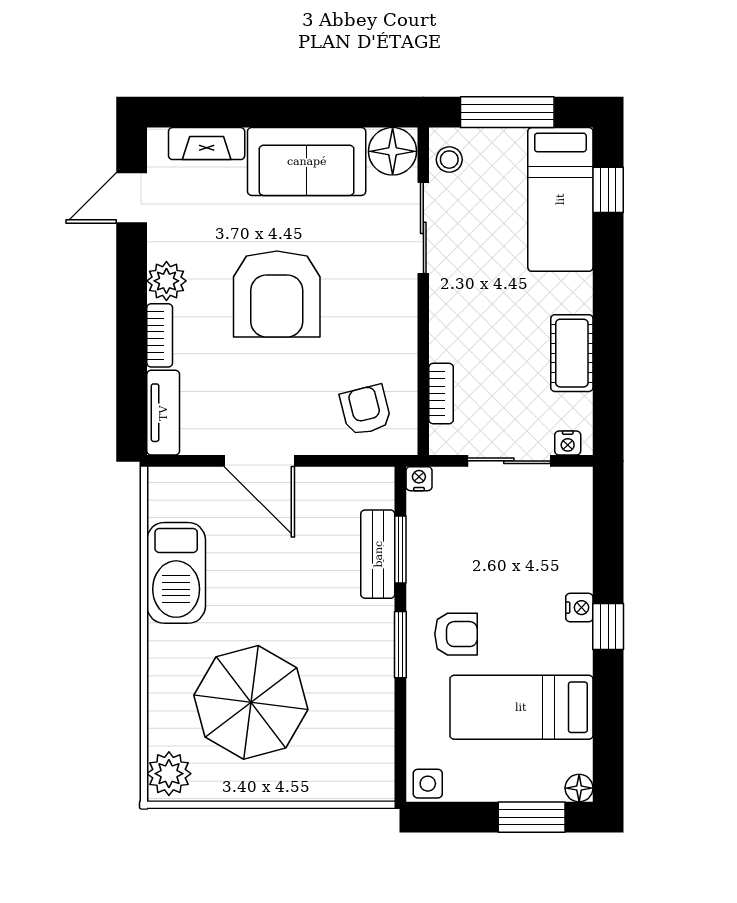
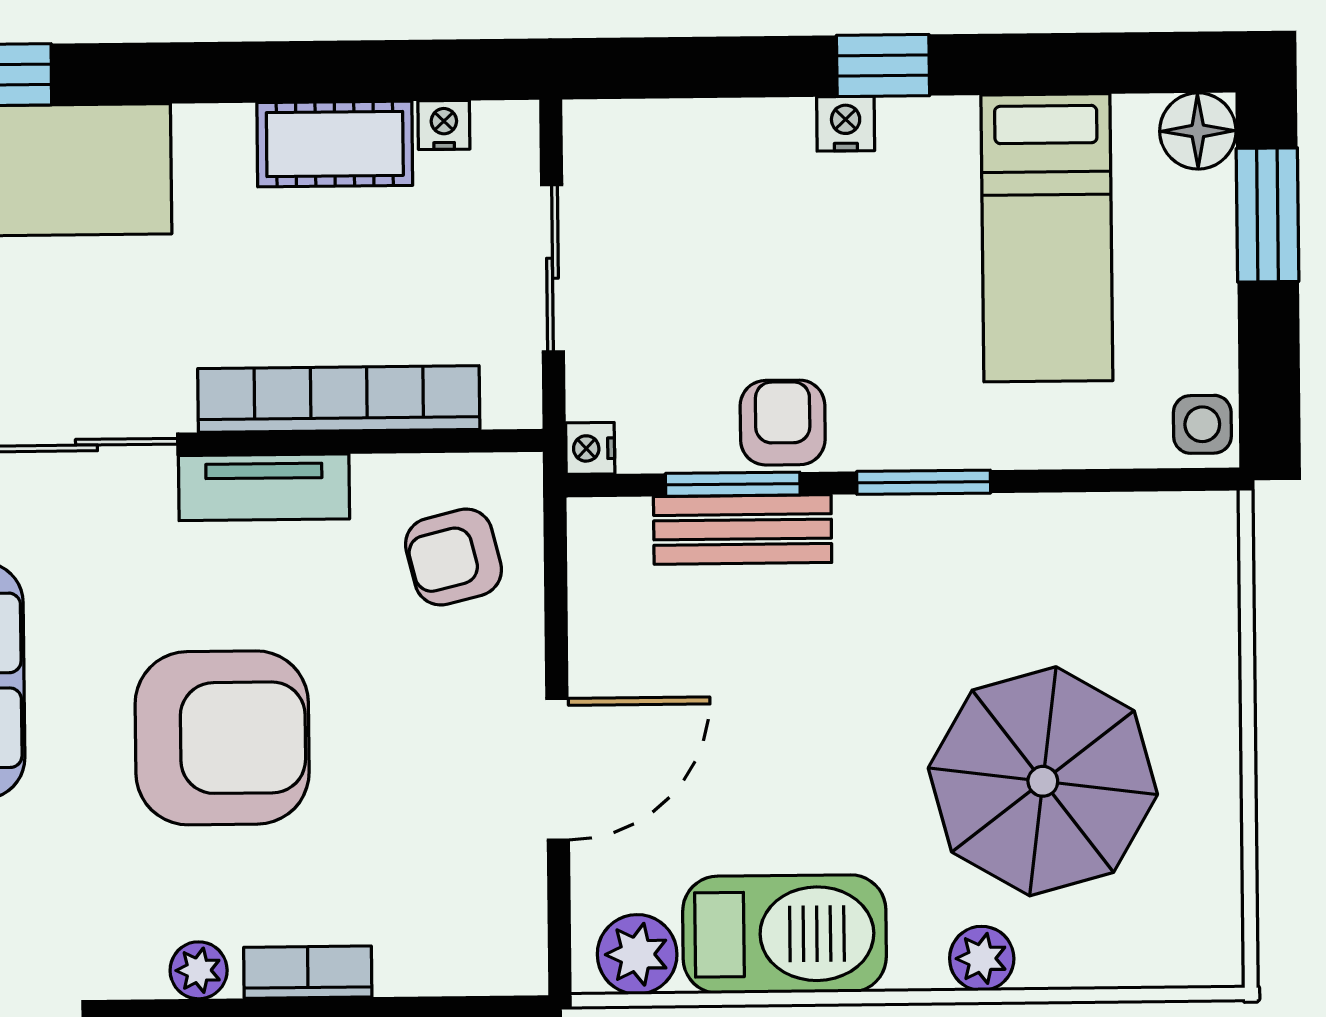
plant: (166, 281) -> (199, 970), width x0.73, depth x0.73
bookcase: (441, 394) -> (339, 399), width x2.31, depth x1.31
tv unit: (163, 413) -> (264, 487), moved, turned 180
nightstand: (568, 443) -> (444, 125), moved, turned -90
plant: (167, 499) -> (637, 954), added
armchair: (456, 634) -> (783, 423), moved
plant: (169, 774) -> (982, 958), moved, width x0.73, depth x0.73
floor lamp: (579, 788) -> (1198, 131), width x1.37, depth x1.37

